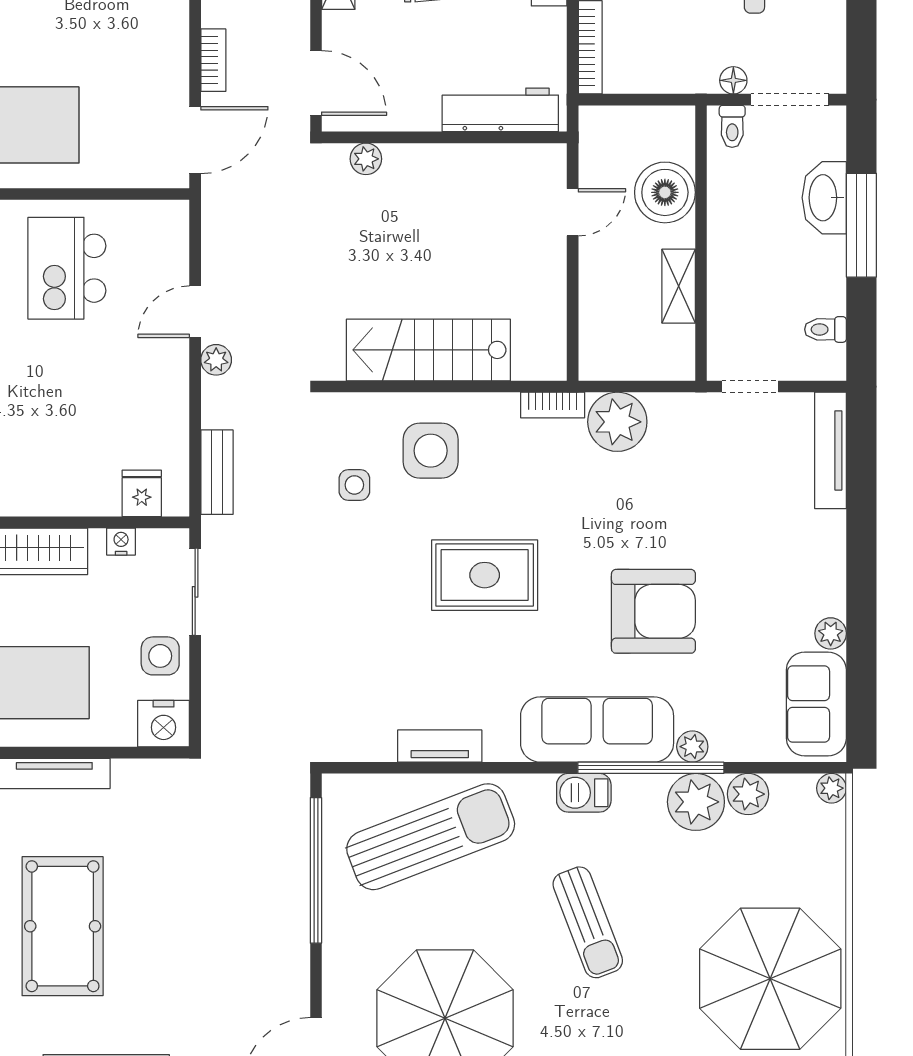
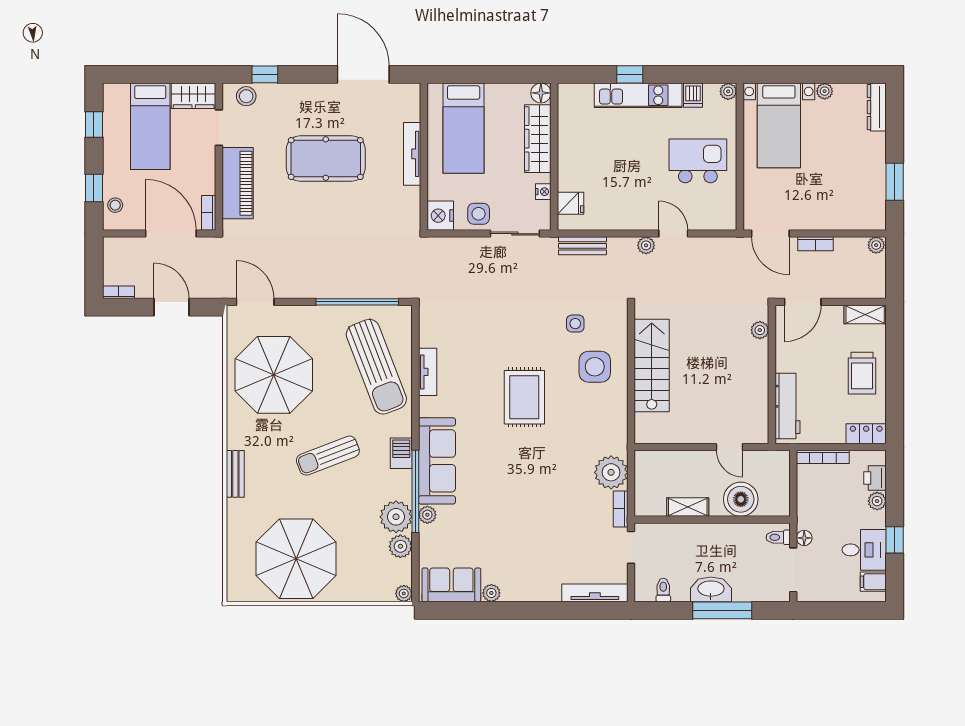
washbasin: (824, 198) -> (711, 589), moved
bookcase: (553, 405) -> (621, 509), moved
armchair: (653, 611) -> (504, 493), removed

